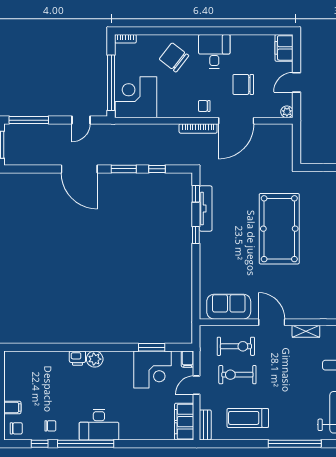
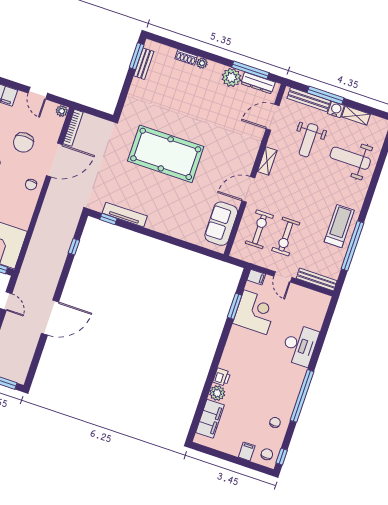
door: (236, 121) -> (54, 160), hinge flipped
bookcase: (198, 128) -> (73, 128), moved
window: (124, 169) -> (64, 277), removed
window: (196, 235) -> (146, 232), removed
plant: (95, 359) -> (217, 393), moved
treadmill: (248, 418) -> (339, 226), moved, turned 180
filing cabinet: (184, 422) -> (210, 419), moved, turned -90
desk: (99, 425) -> (300, 345), moved
bench: (205, 425) -> (317, 280), width x1.36
window: (40, 444) -> (282, 457), moved
window: (295, 444) -> (353, 246), moved

